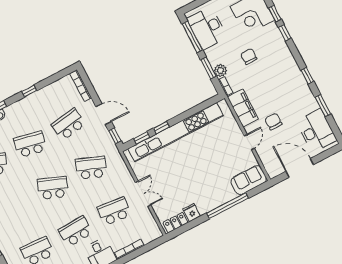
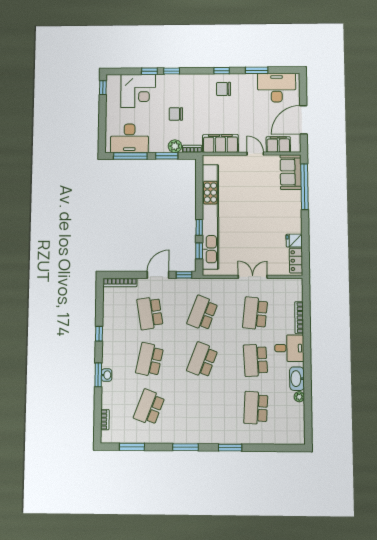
chair: (273, 122) -> (224, 89), moved
filing cabinet: (267, 157) -> (278, 144), added
window: (227, 206) -> (305, 187), moved

